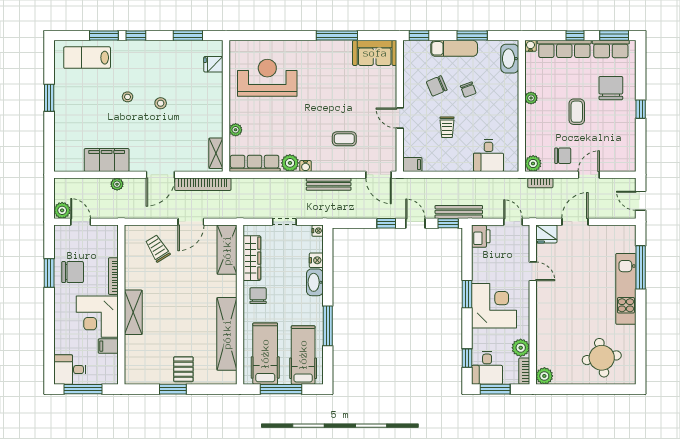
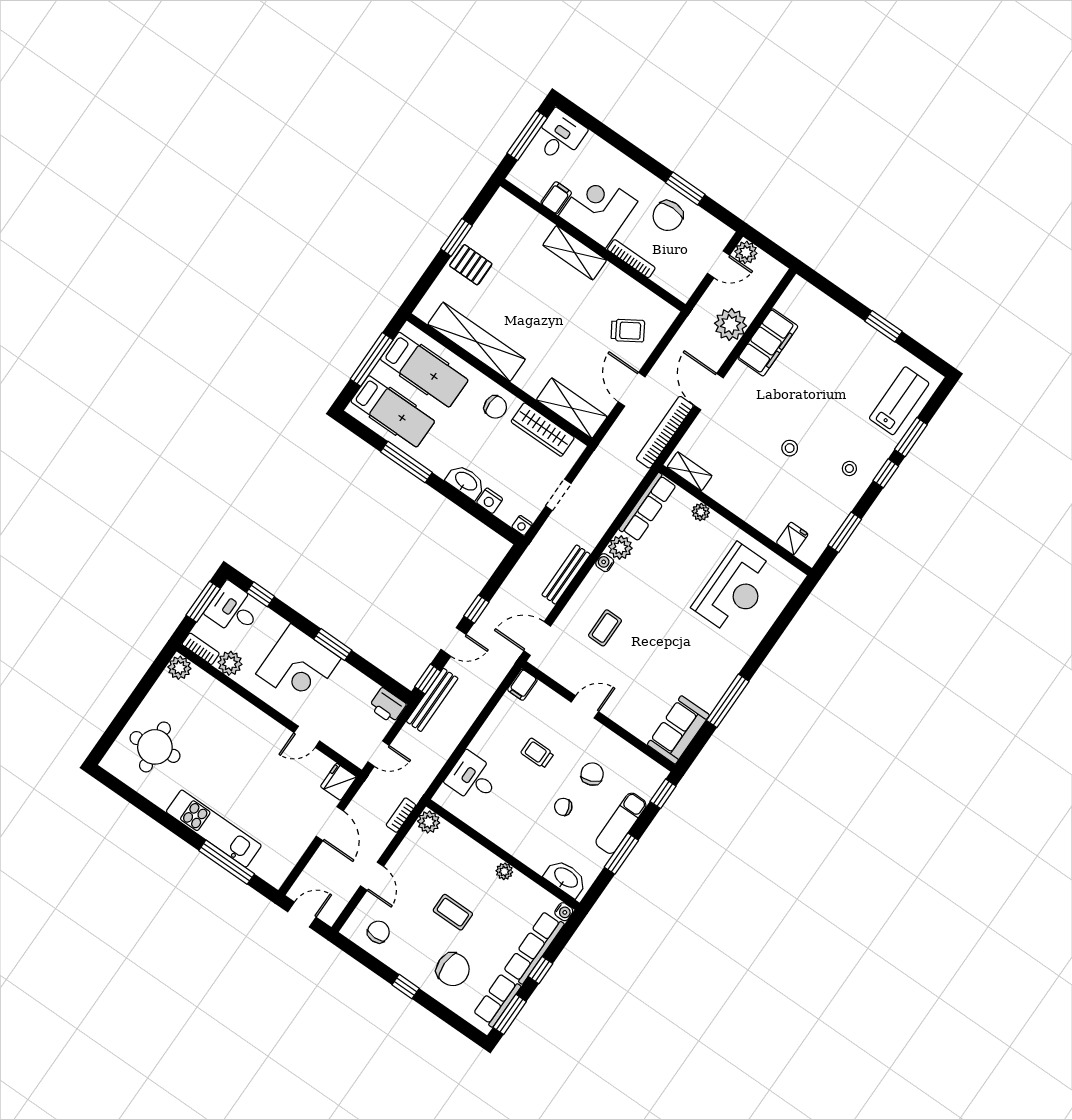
stool: (128, 97) -> (849, 468), moved
chair: (563, 156) -> (378, 932), moved, turned 180
plant: (117, 184) -> (730, 325), width x1.87, depth x1.87

